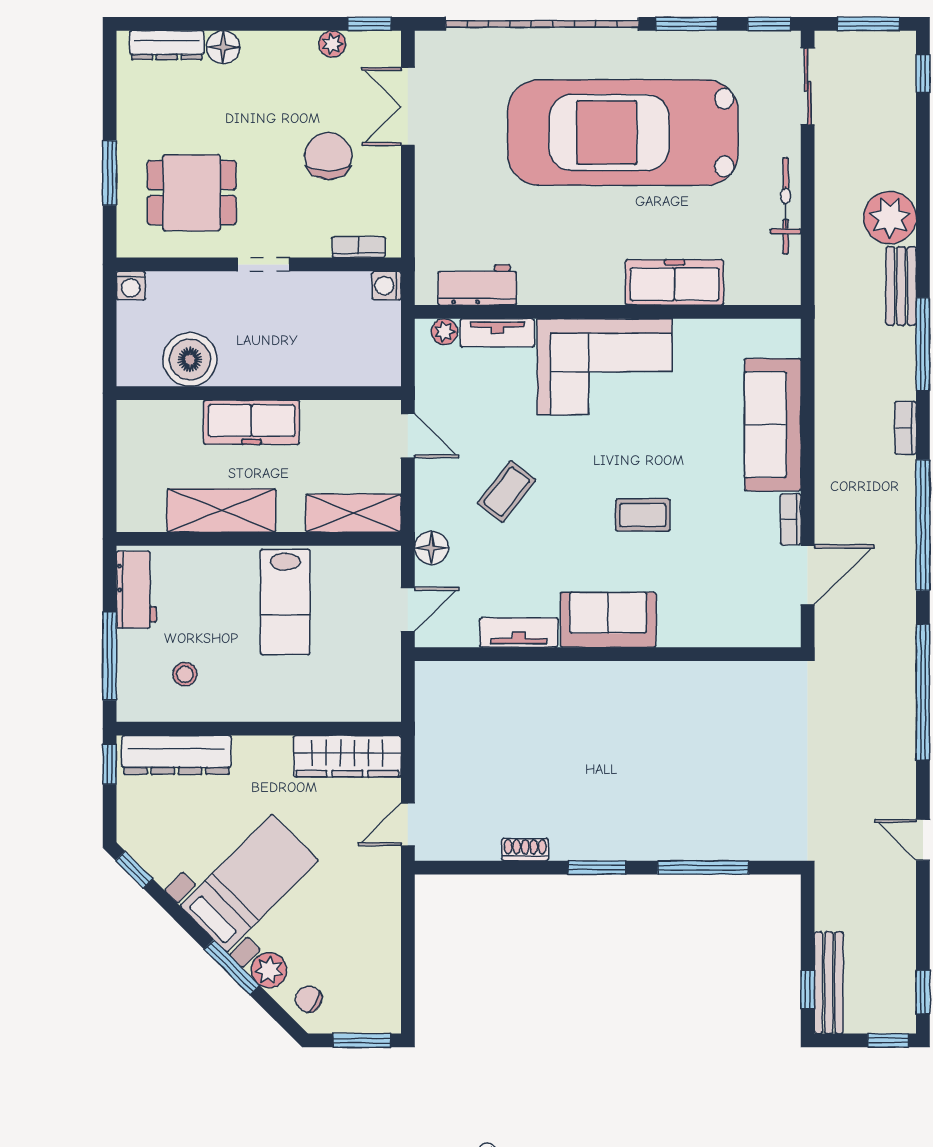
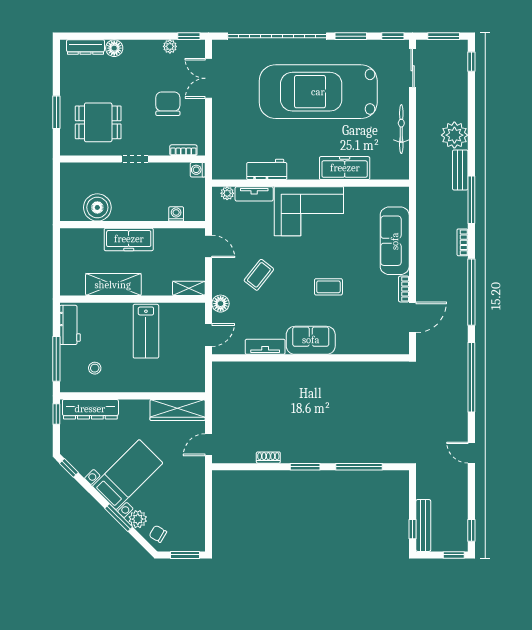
workbench: (477, 285) -> (267, 169), moved
washing machine: (131, 286) -> (176, 214), moved, turned 180
shelving: (353, 513) -> (189, 288), width x0.67, depth x0.75

